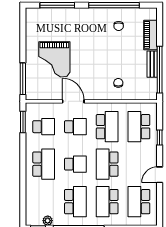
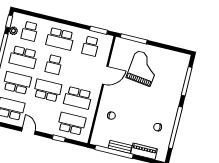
grand piano: (54, 59) -> (143, 68), turned 97
school desk: (75, 127) -> (30, 31), moved

